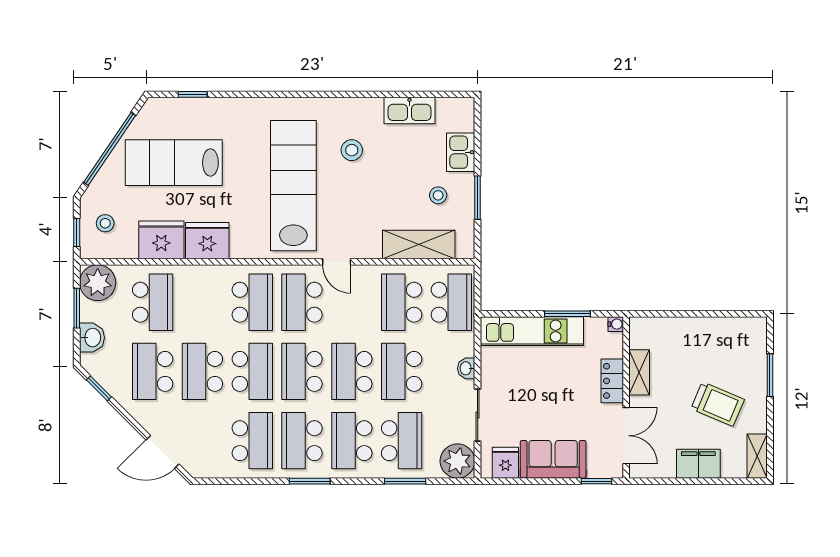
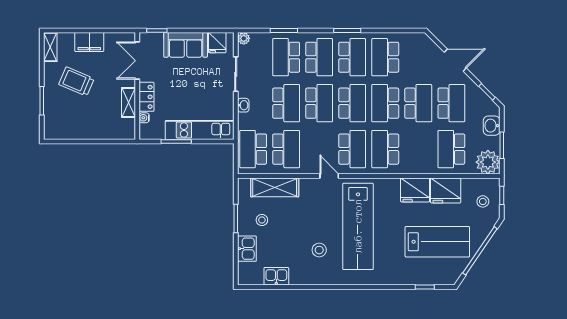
kitchen sink: (409, 111) -> (276, 276), width x0.73
water cooler: (616, 324) -> (144, 118), moved
door: (162, 452) -> (455, 60), moved
plant: (457, 461) -> (244, 38), width x0.53, depth x0.53

